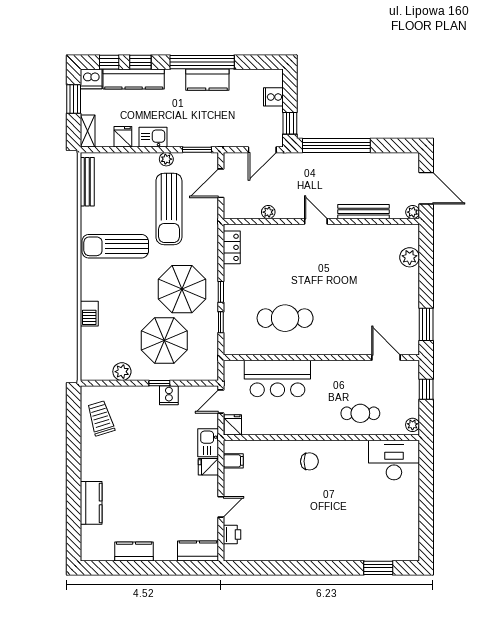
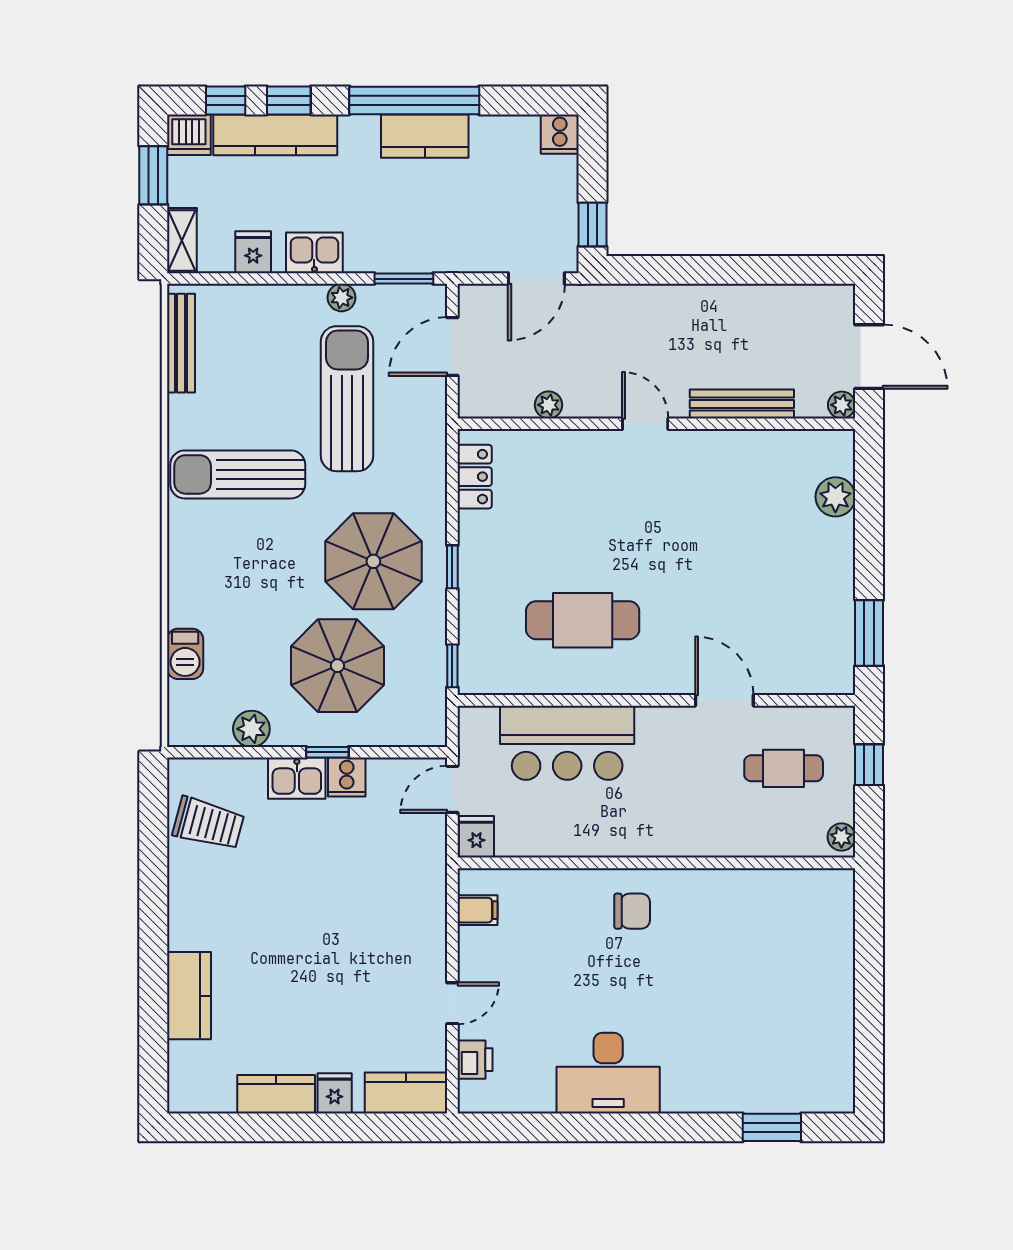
cooker: (273, 97) -> (560, 134), moved, turned -90
window: (336, 146) -> (687, 270), removed
sun lounger: (169, 209) -> (347, 399), turned 180
barbecue: (89, 314) -> (185, 654), moved
window: (221, 322) -> (452, 666), moved
door: (386, 358) -> (724, 700), moved
cafe table: (360, 413) -> (784, 768), moved
trolley: (101, 418) -> (208, 824), turned 122
kitchen sink: (208, 443) -> (297, 778), moved, turned -90
desk: (394, 460) -> (608, 1073), moved, turned 180
fridge: (208, 467) -> (335, 1093), moved, turned 90

